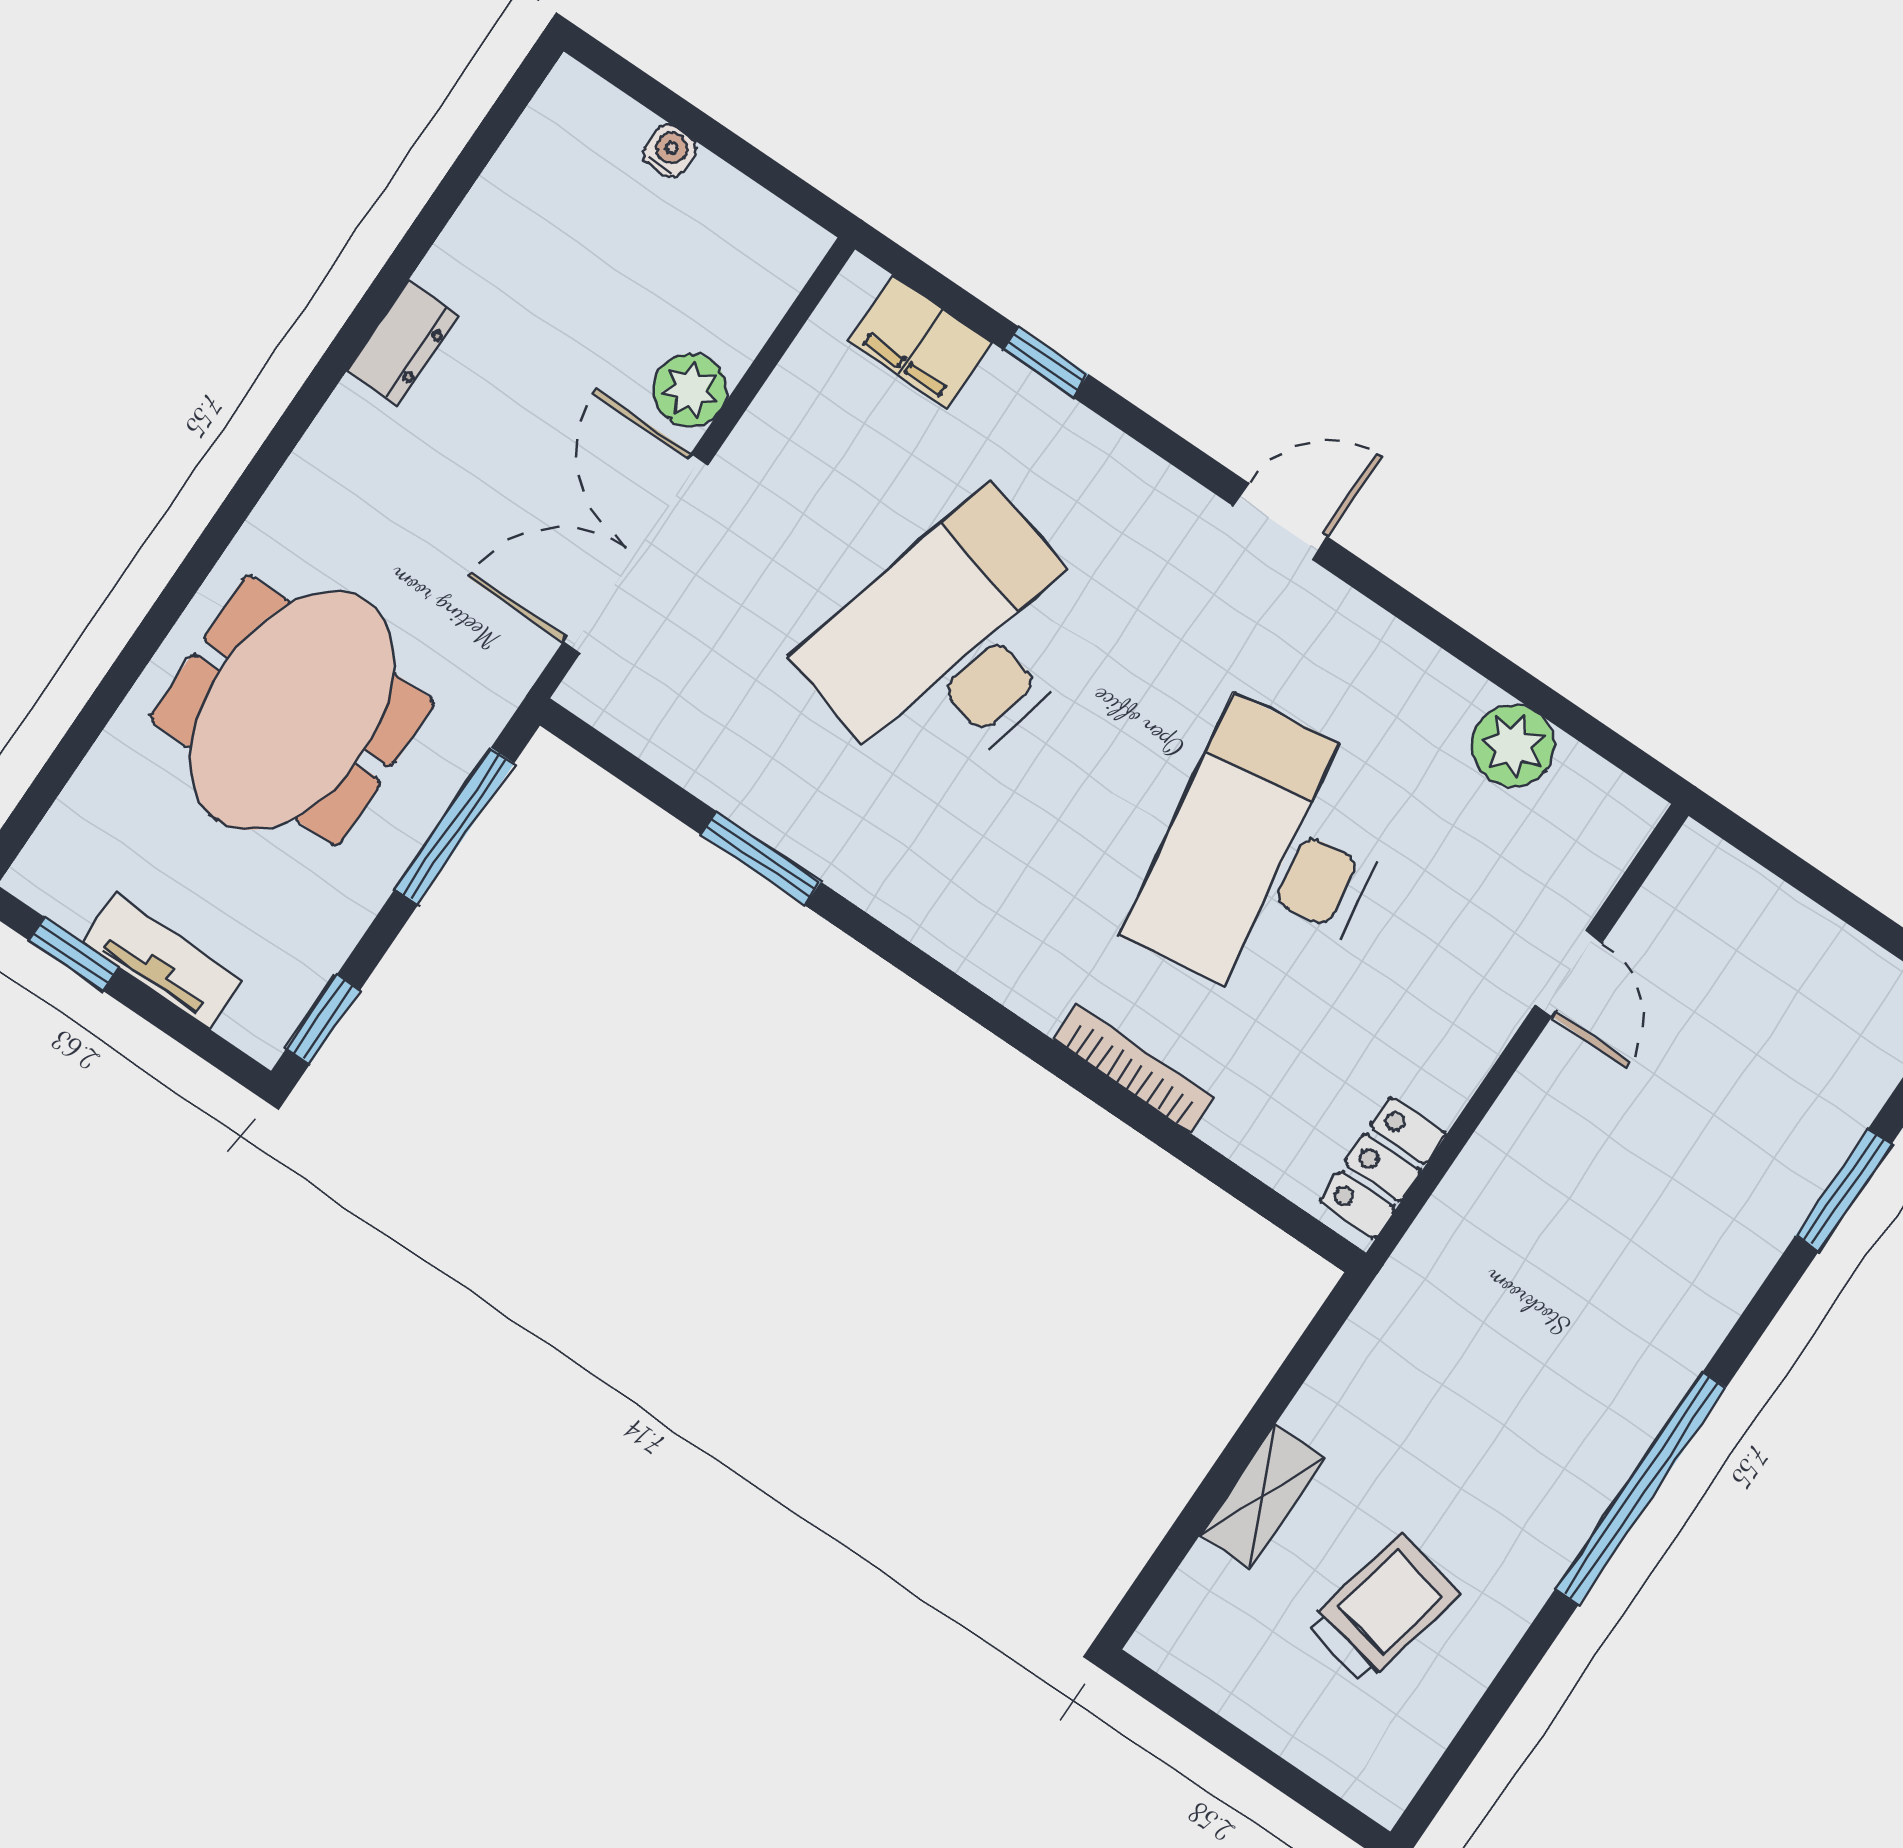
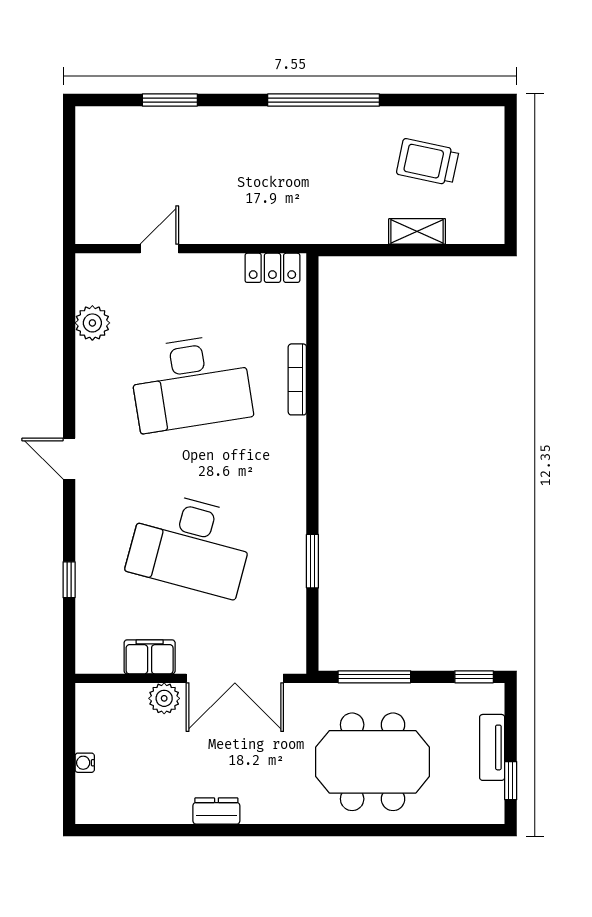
filing cabinet: (920, 342) -> (150, 657), moved, turned -90

